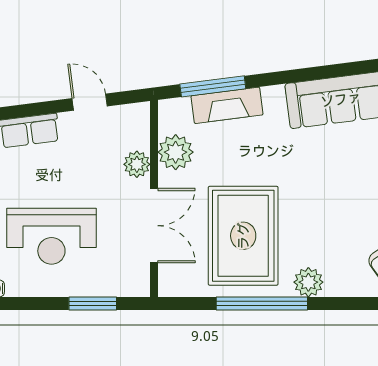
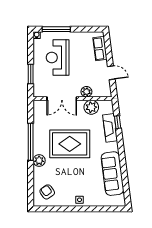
window: (213, 86) -> (118, 122), width x0.46
door: (90, 102) -> (111, 73), hinge flipped
rug: (243, 236) -> (70, 144), moved

